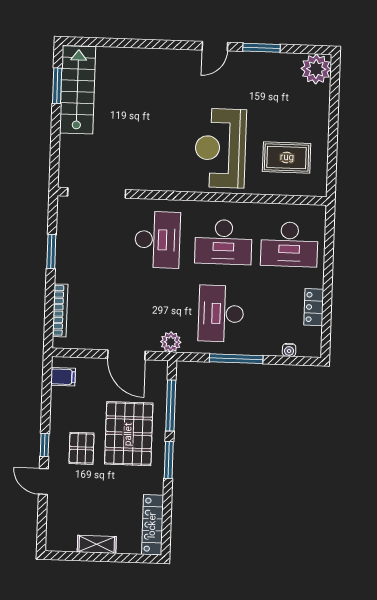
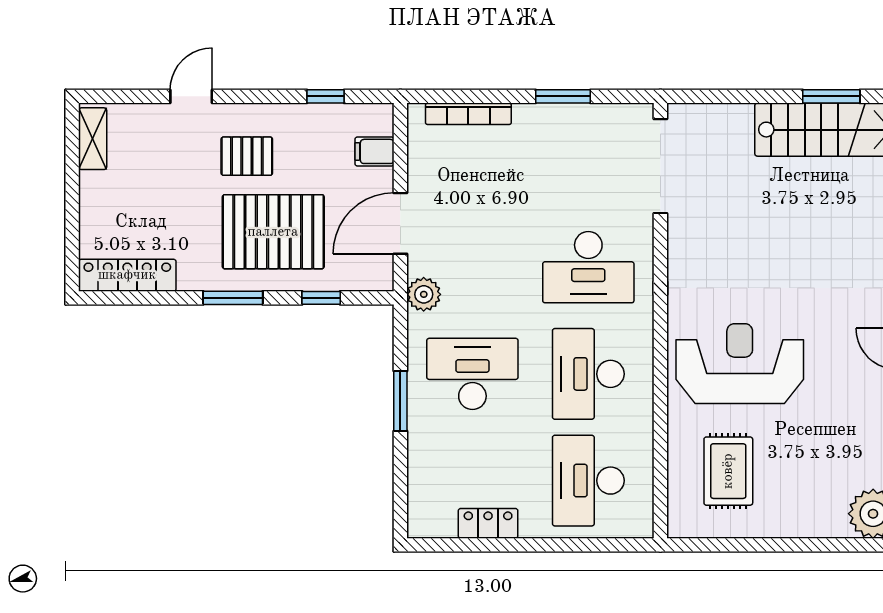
water cooler: (289, 350) -> (417, 486), removed
window: (236, 359) -> (400, 401), width x0.69
filing cabinet: (63, 377) -> (374, 151), moved, turned 90
window: (171, 405) -> (321, 298), width x0.46
window: (45, 445) -> (325, 96), moved
shelving: (97, 544) -> (93, 139), moved

